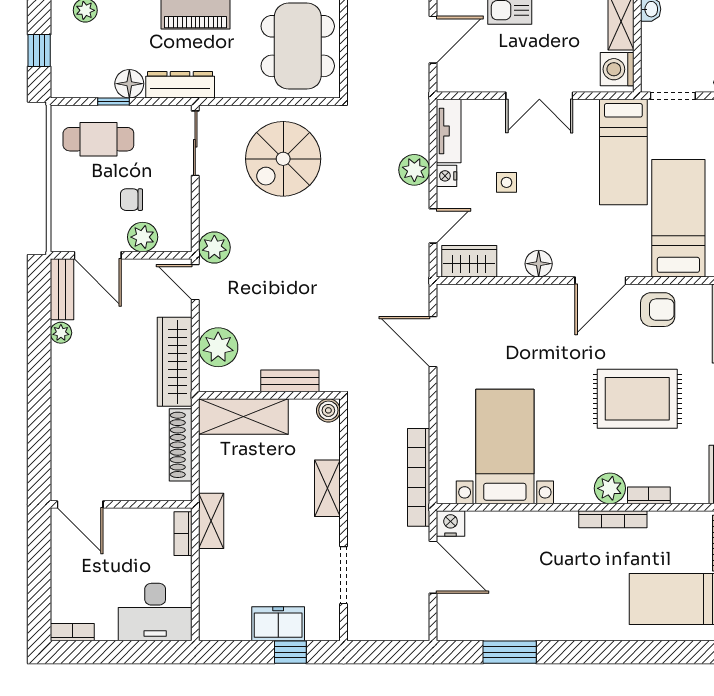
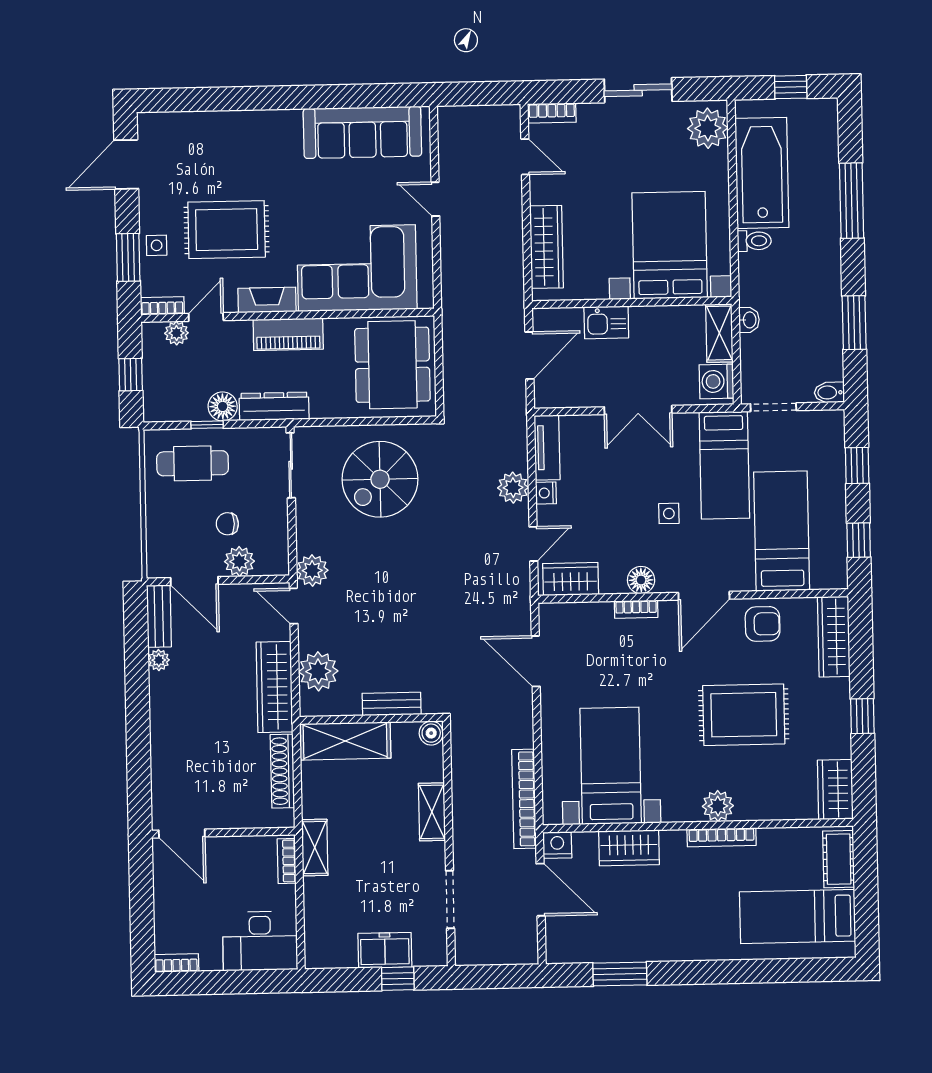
side table: (506, 182) -> (669, 513), moved
bookcase: (649, 495) -> (636, 609), moved, turned 180
wardrobe: (521, 528) -> (629, 848), added

